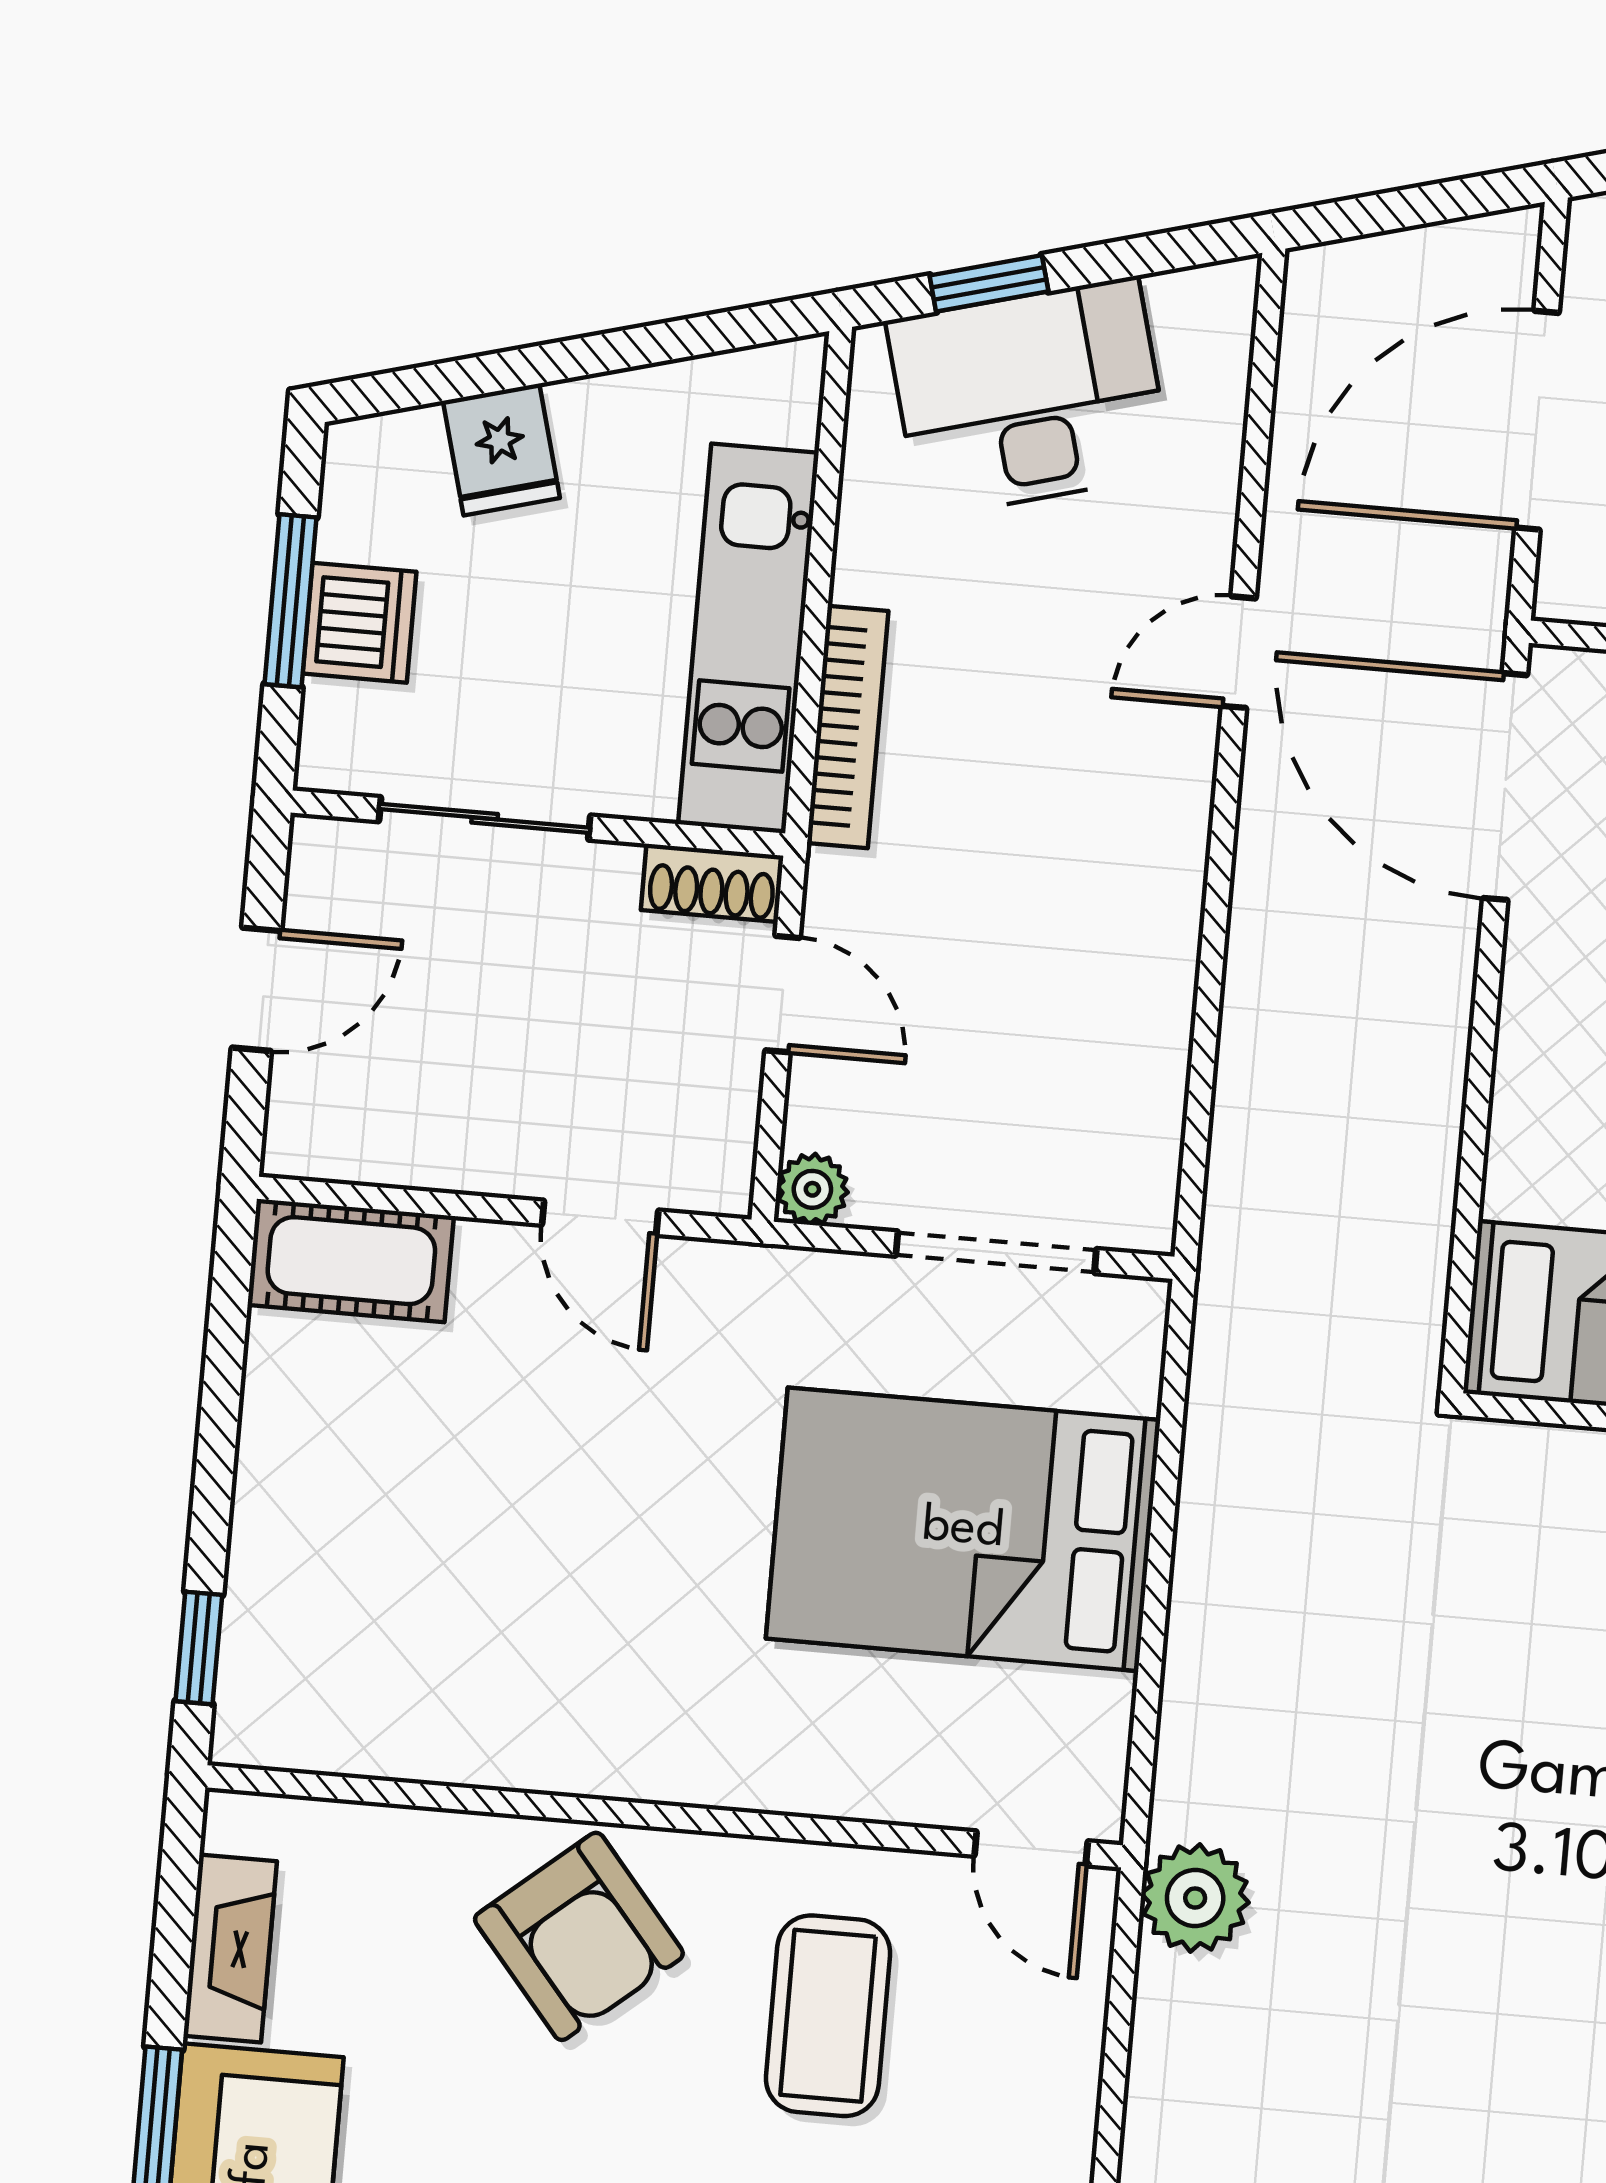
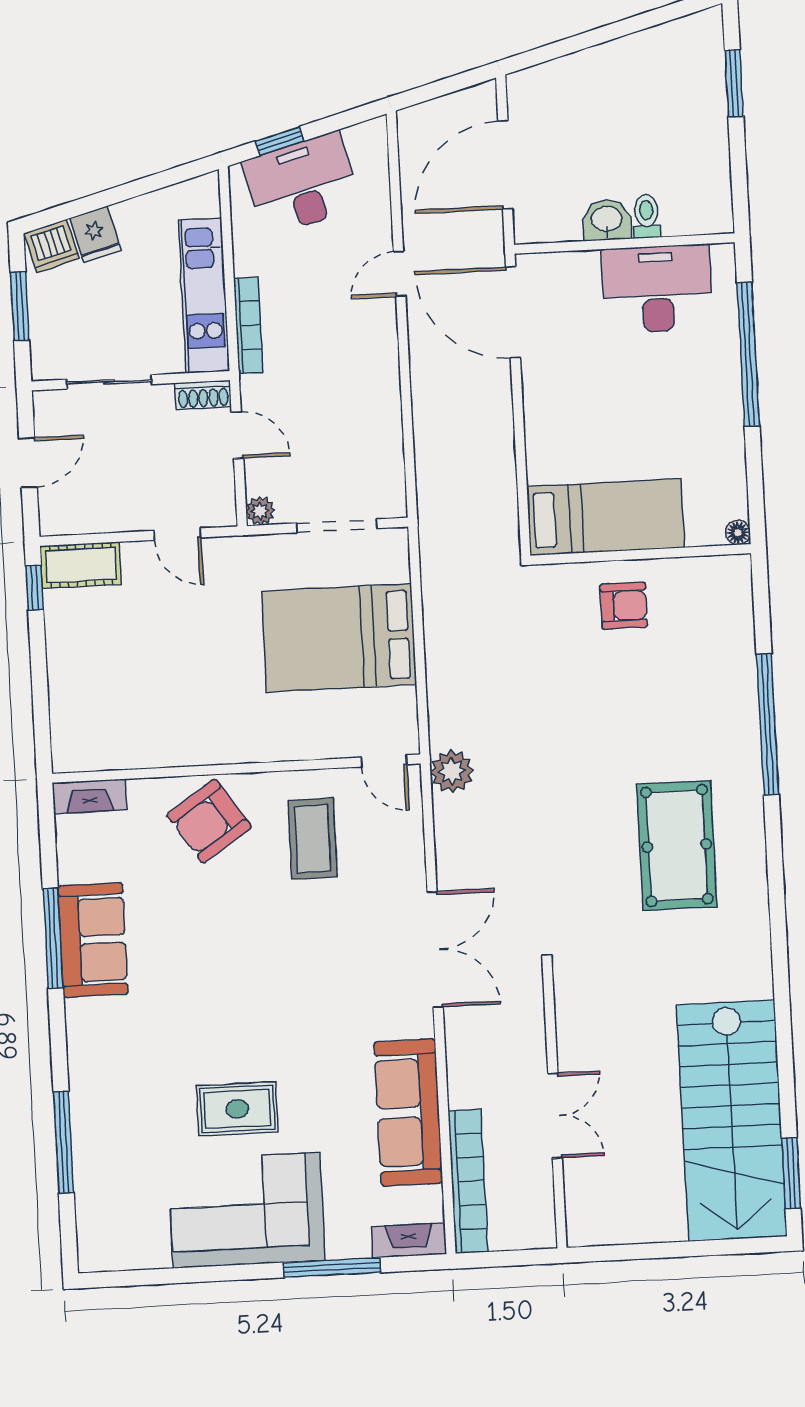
dishwasher: (359, 623) -> (52, 246), moved, turned 75
window: (199, 1648) -> (35, 588), moved
armchair: (579, 1936) -> (209, 821), turned 96
fireplace: (230, 1948) -> (90, 796), moved, turned 90

